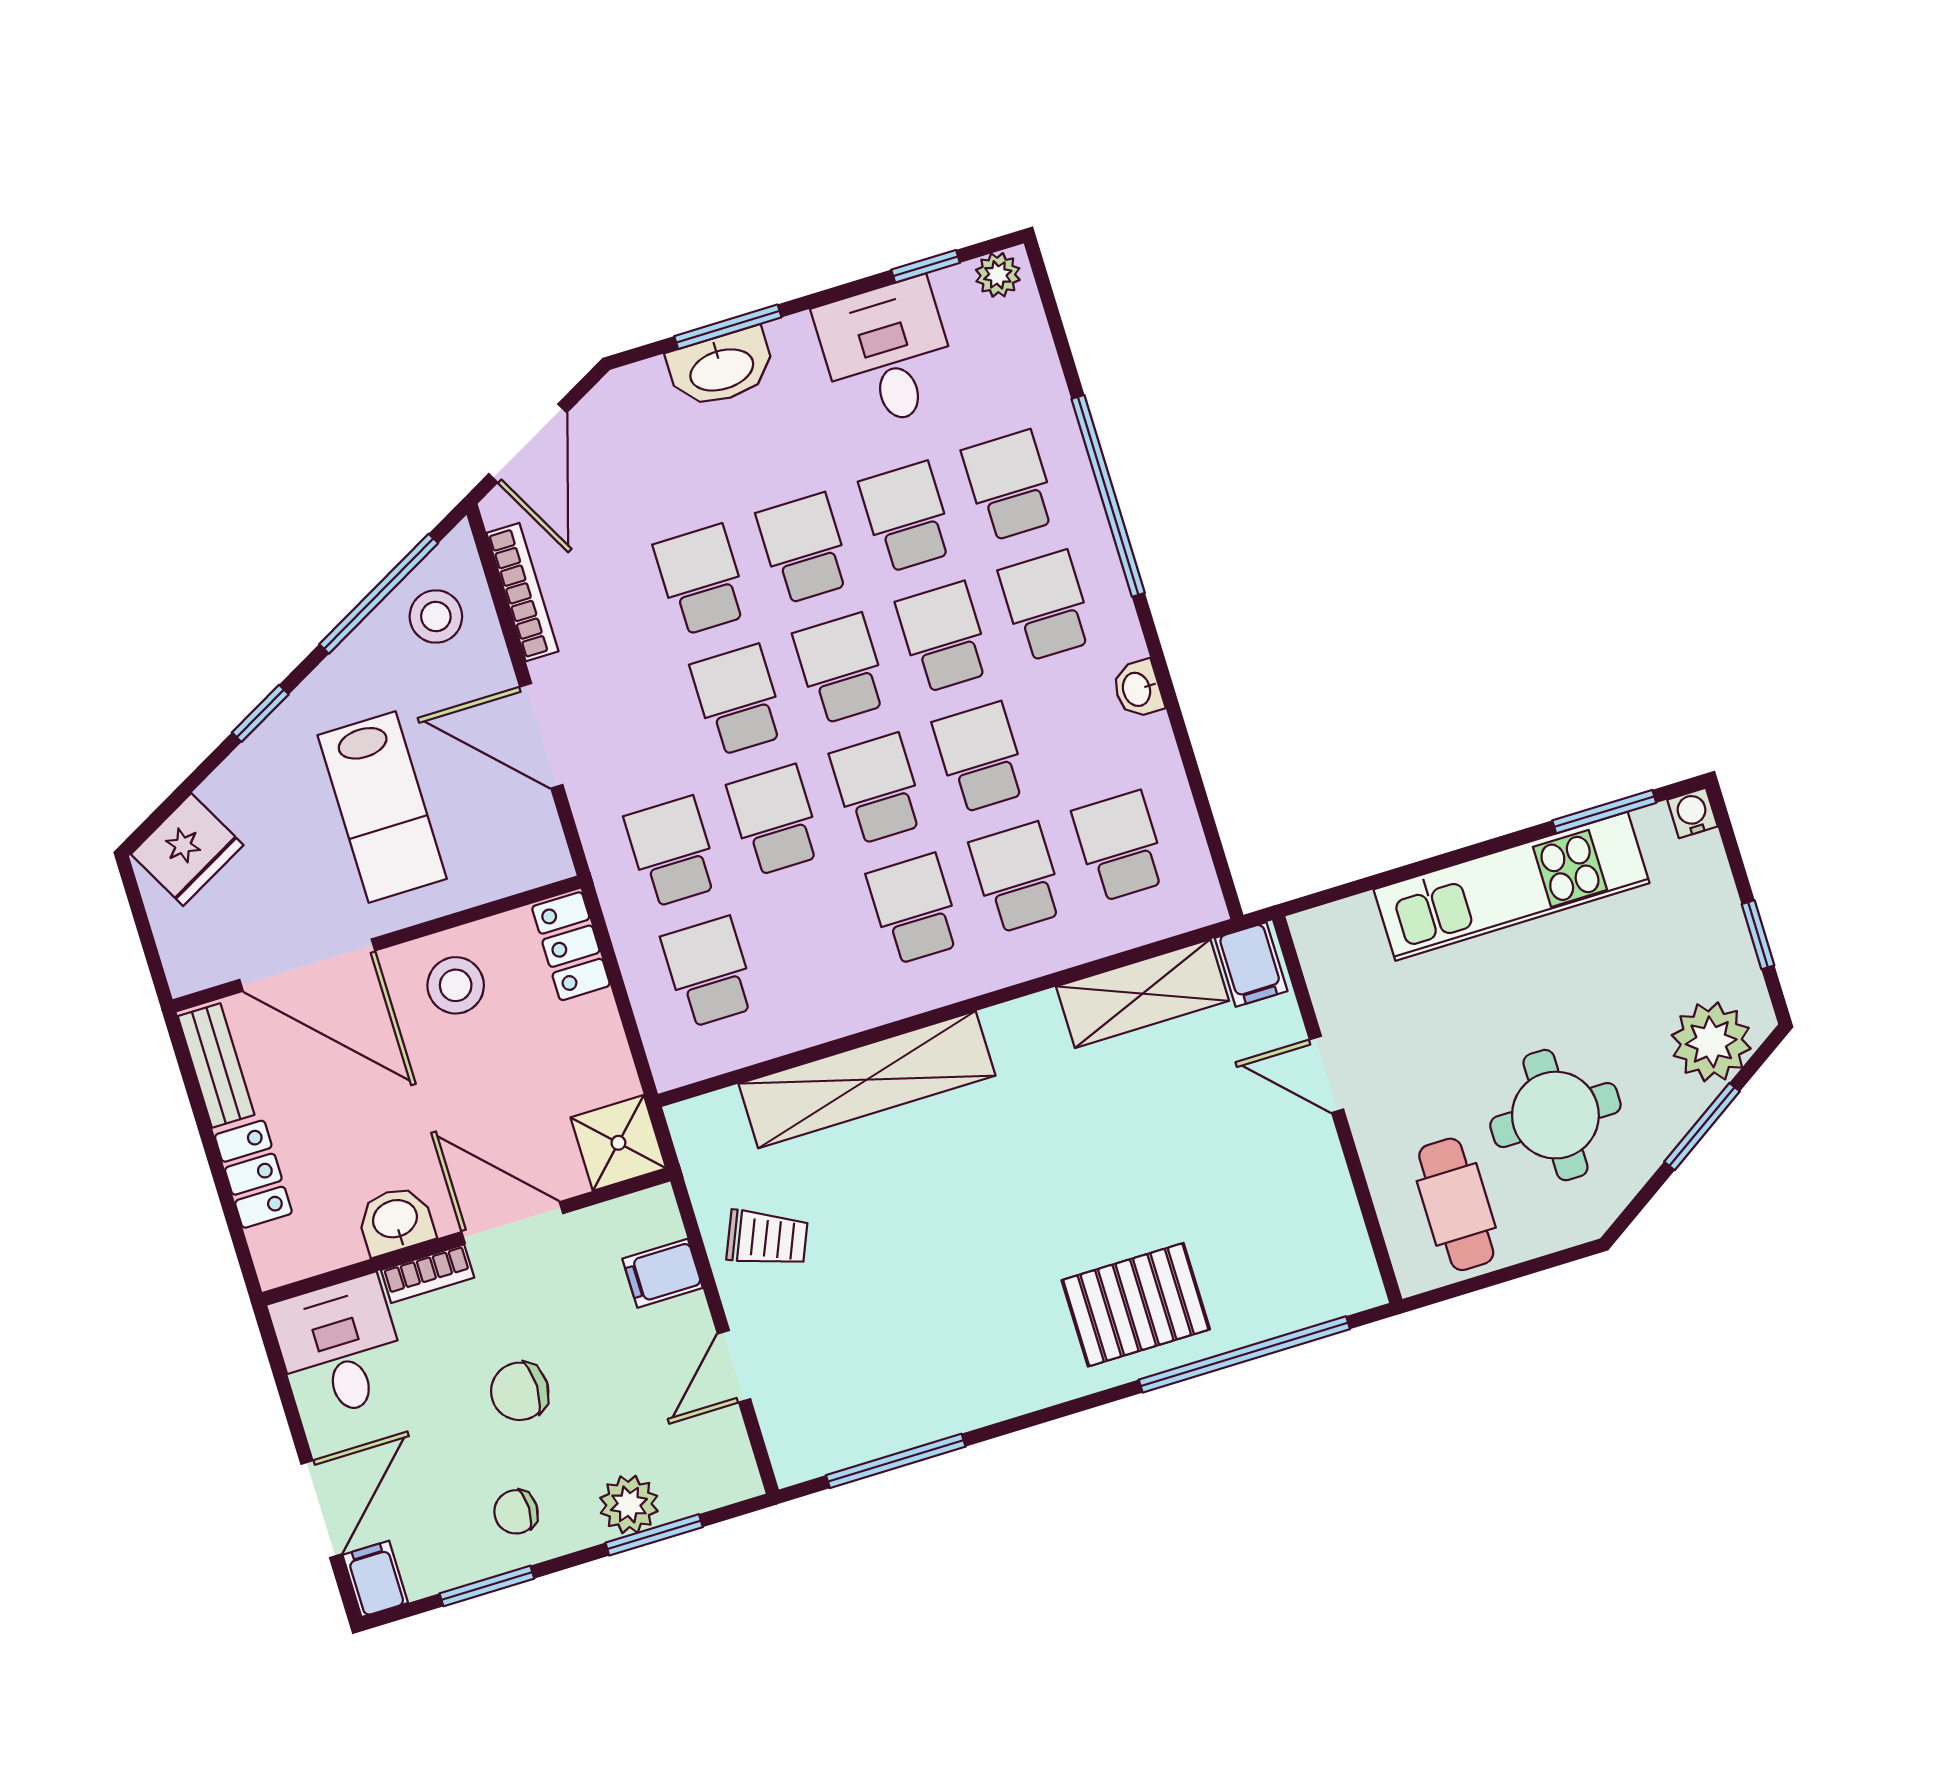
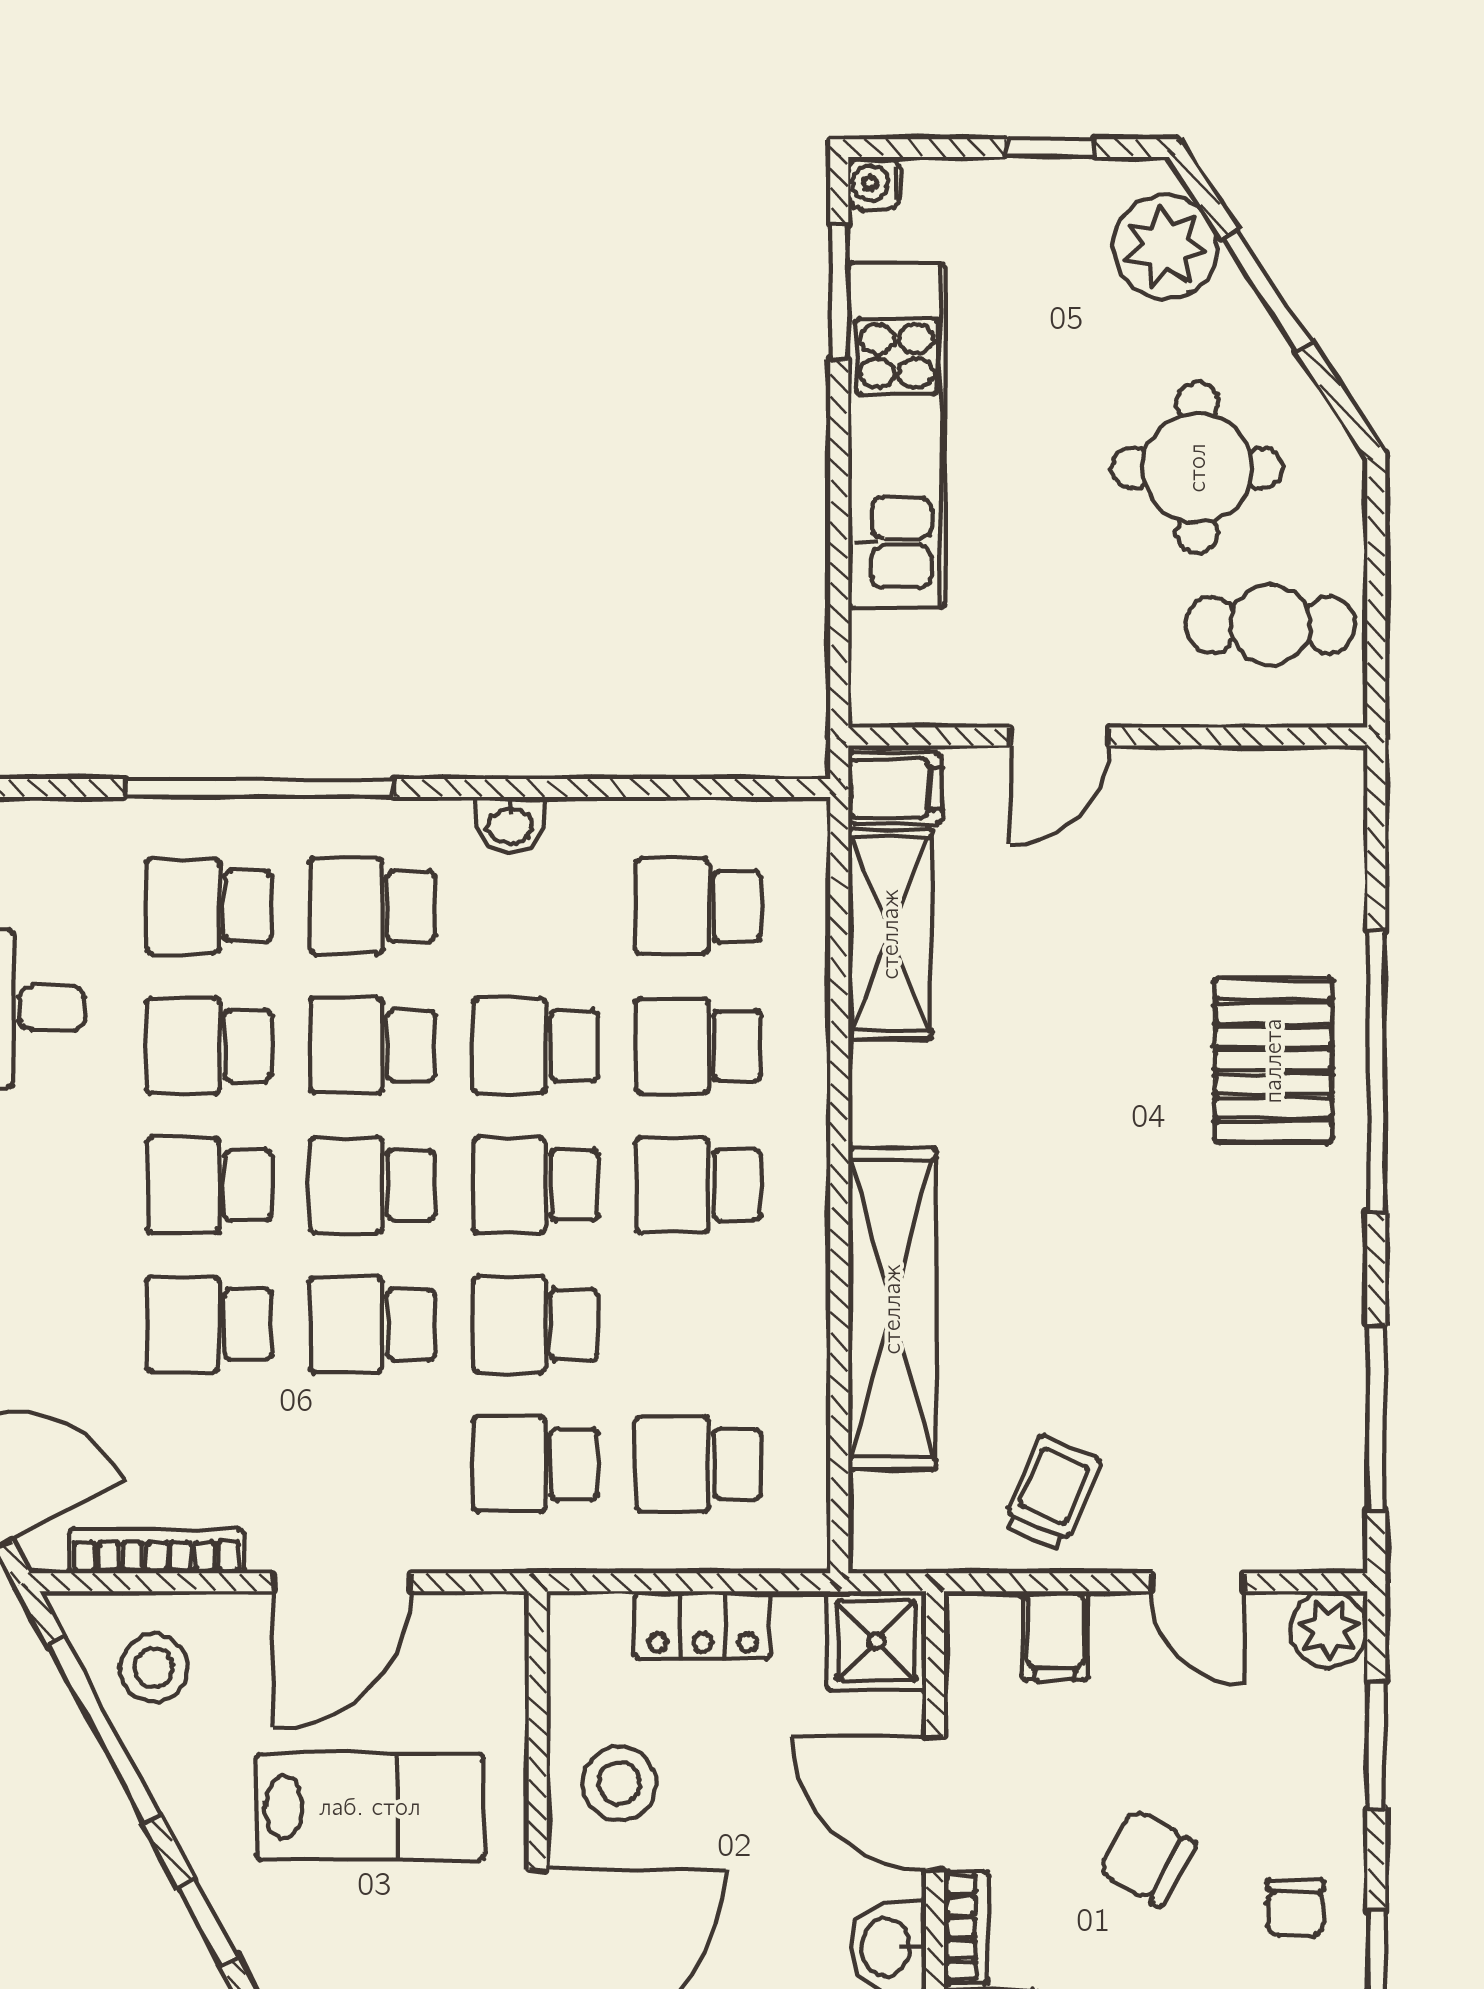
locker: (571, 946) -> (702, 1625), moved
door: (512, 1223) -> (935, 1803), hinge flipped
window: (1244, 1354) -> (1376, 1072), moved
chair: (520, 1391) -> (1147, 1858), turned 119
plant: (629, 1504) -> (1329, 1630), moved

